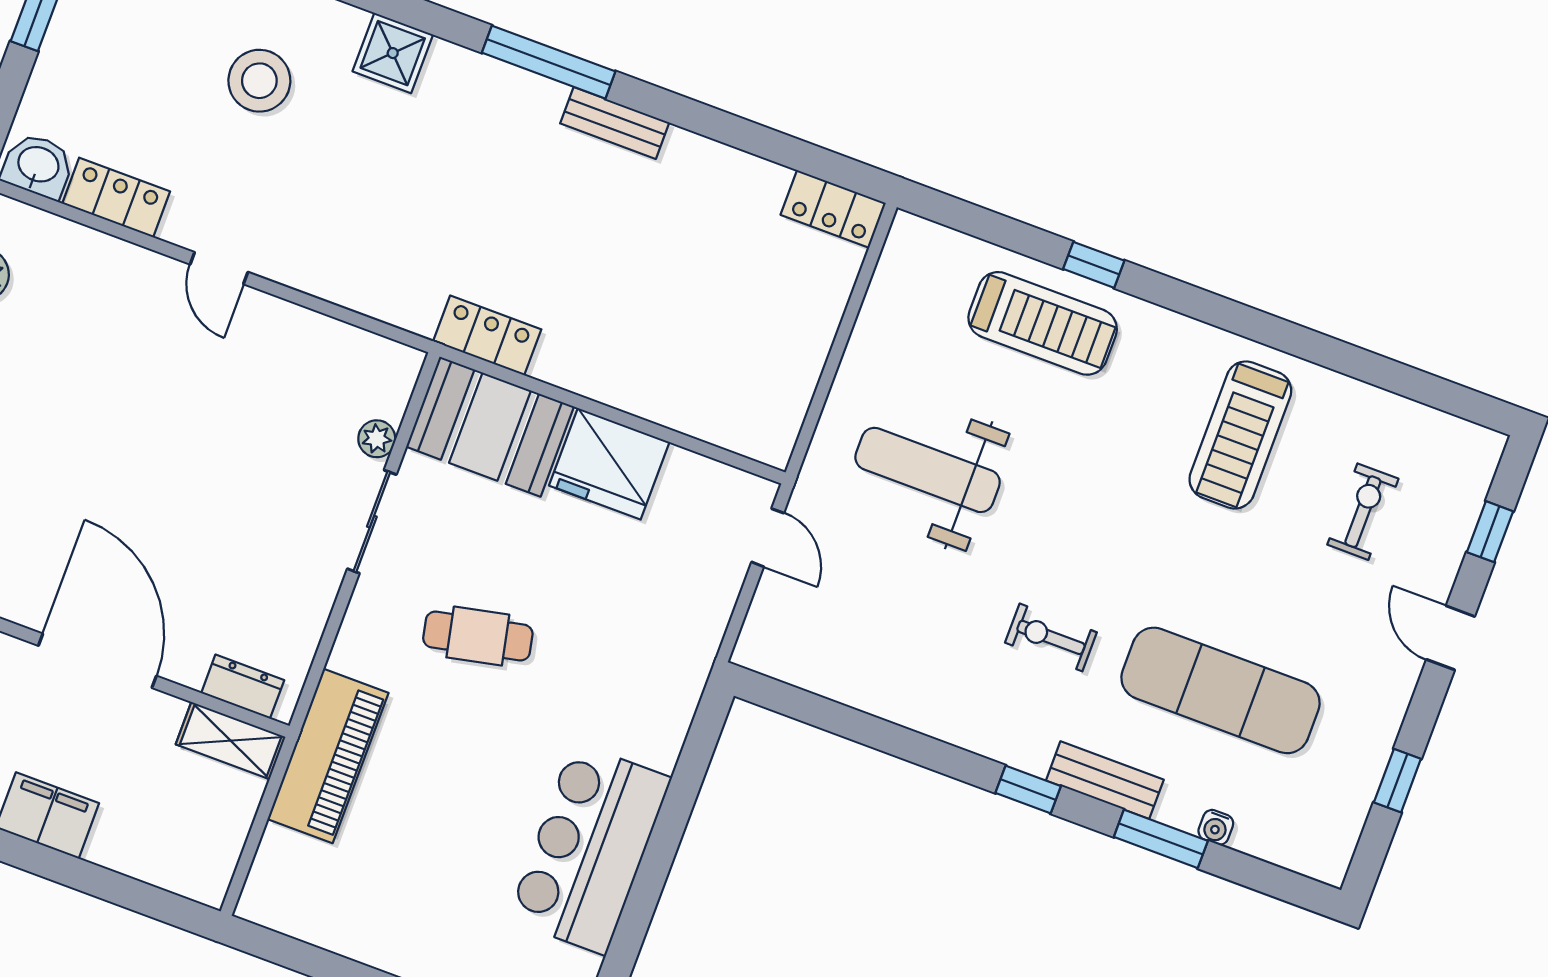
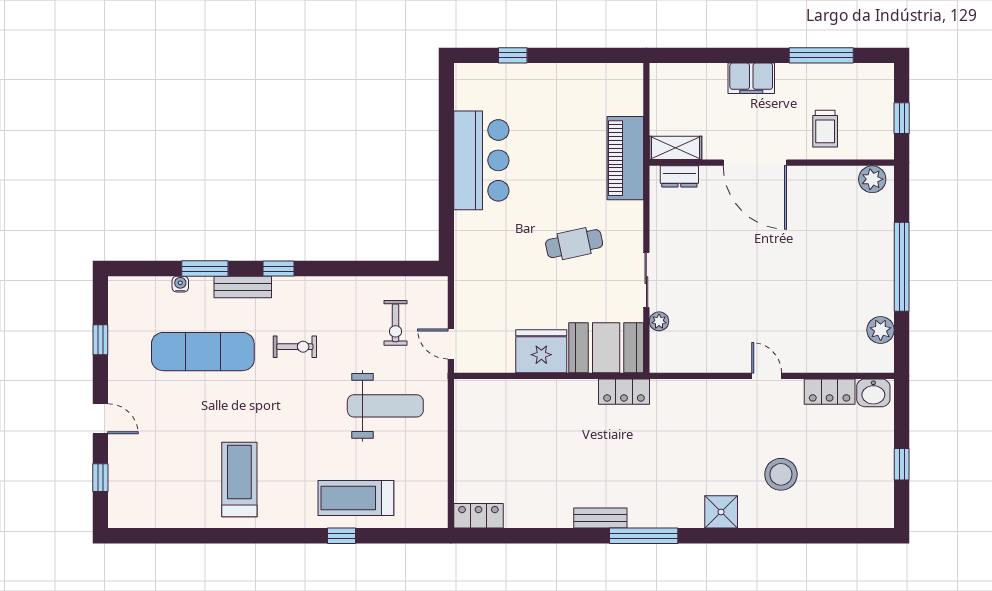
exercise bike: (1363, 512) -> (396, 323), moved

